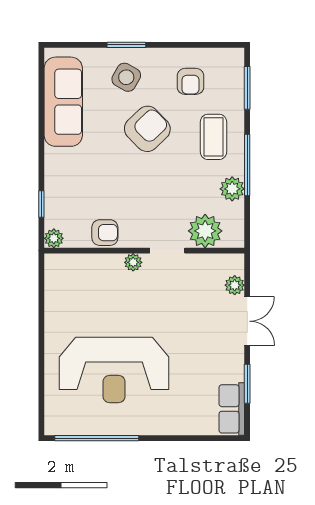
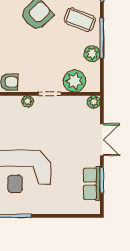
coffee table: (213, 137) -> (80, 20), turned -69
plant: (235, 285) -> (94, 102), moved
row of seats: (232, 409) -> (92, 184), moved

